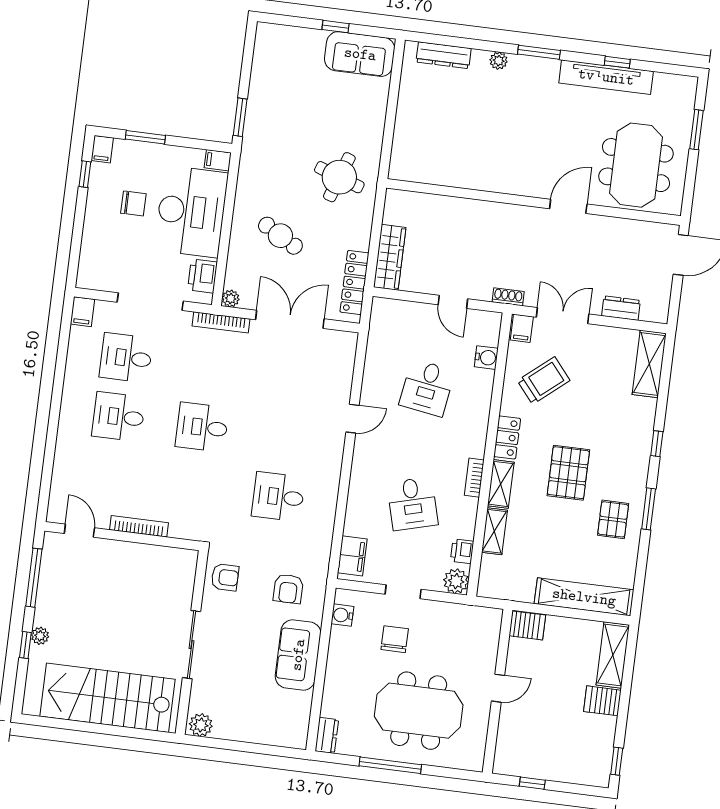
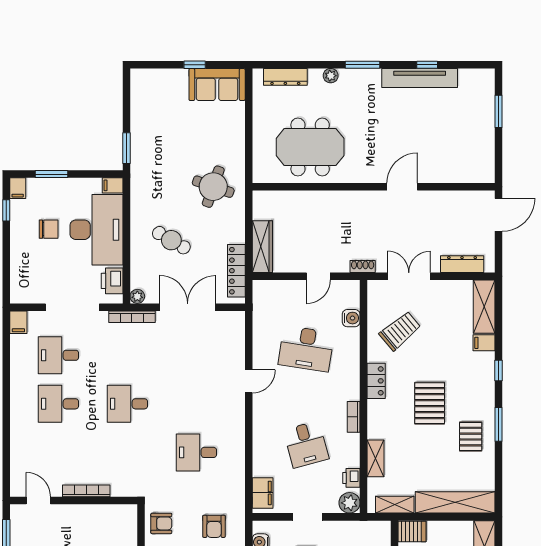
meeting table: (636, 165) -> (310, 147), moved, turned 90
door: (453, 302) -> (318, 276), hinge flipped
dresser: (621, 308) -> (462, 264), width x1.44
filing cabinet: (522, 328) -> (484, 343), moved, turned 90
desk: (427, 388) -> (306, 349), width x1.37
shelving: (501, 484) -> (395, 505), moved, turned 90

